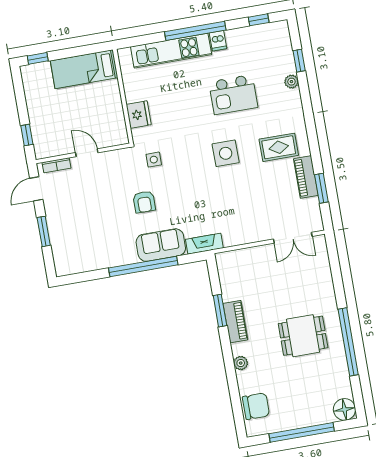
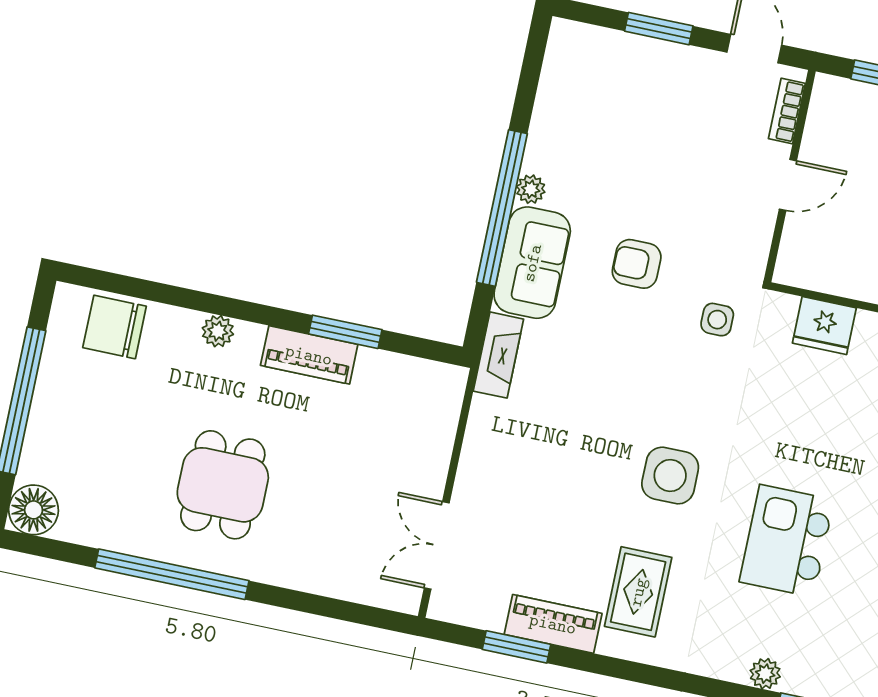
plant: (131, 258) -> (531, 189), added
chair: (256, 406) -> (115, 327), turned 90

